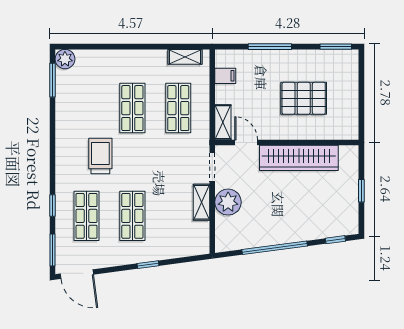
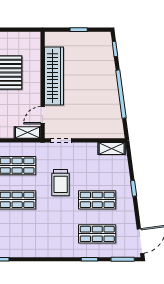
trolley: (100, 156) -> (61, 183), moved, turned -90
shelving: (201, 202) -> (112, 148), moved
plant: (228, 202) -> (87, 129), removed

